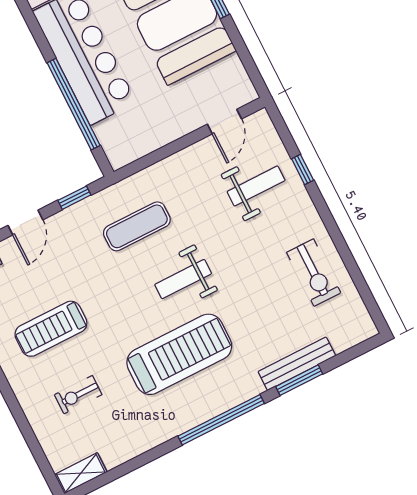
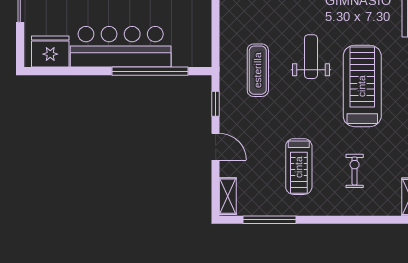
weight bench: (183, 279) -> (311, 57), turned 180
exercise bike: (78, 395) -> (355, 171), turned 180

